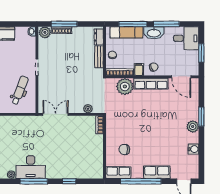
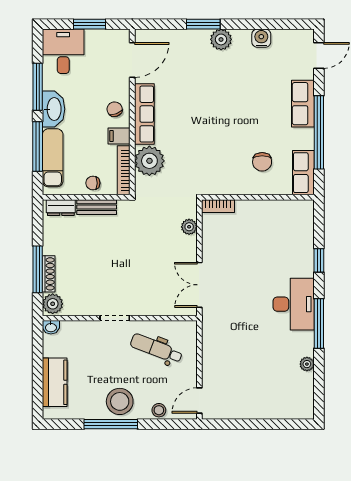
desk: (31, 167) -> (294, 304), moved

